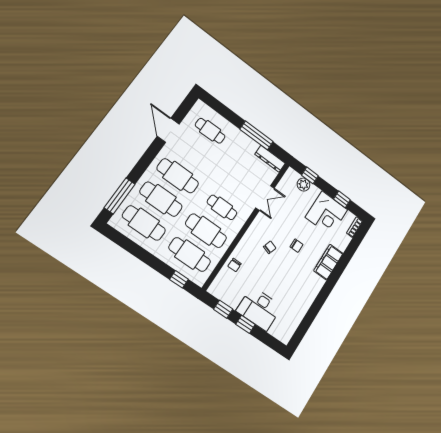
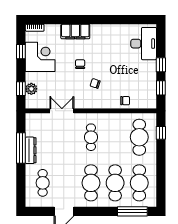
dresser: (270, 159) -> (31, 150), moved
cafe table: (206, 231) -> (115, 137), removed
desk: (259, 309) -> (144, 44), moved

